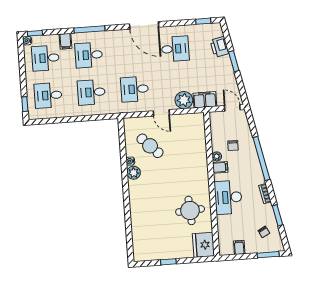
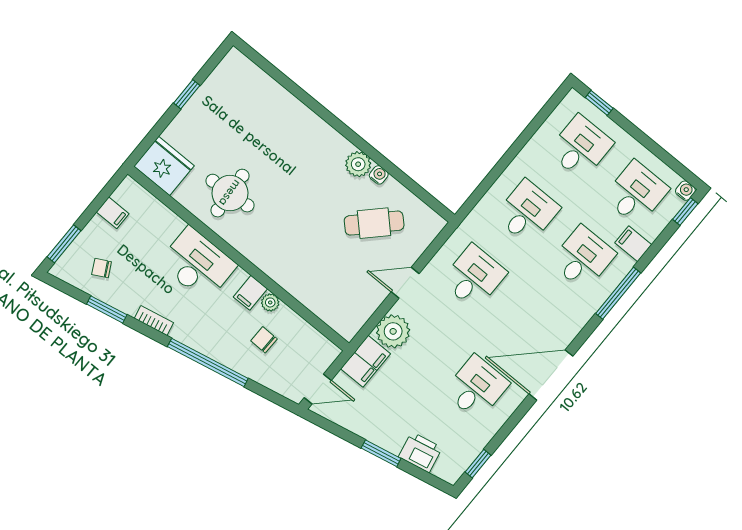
desk: (175, 49) -> (477, 388), turned 180

